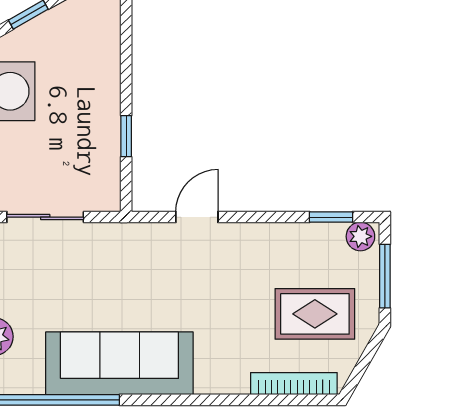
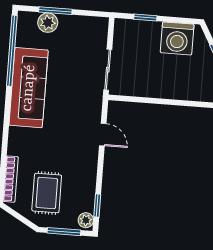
window: (126, 136) -> (148, 100), removed
sliding door: (45, 217) -> (108, 70), moved

